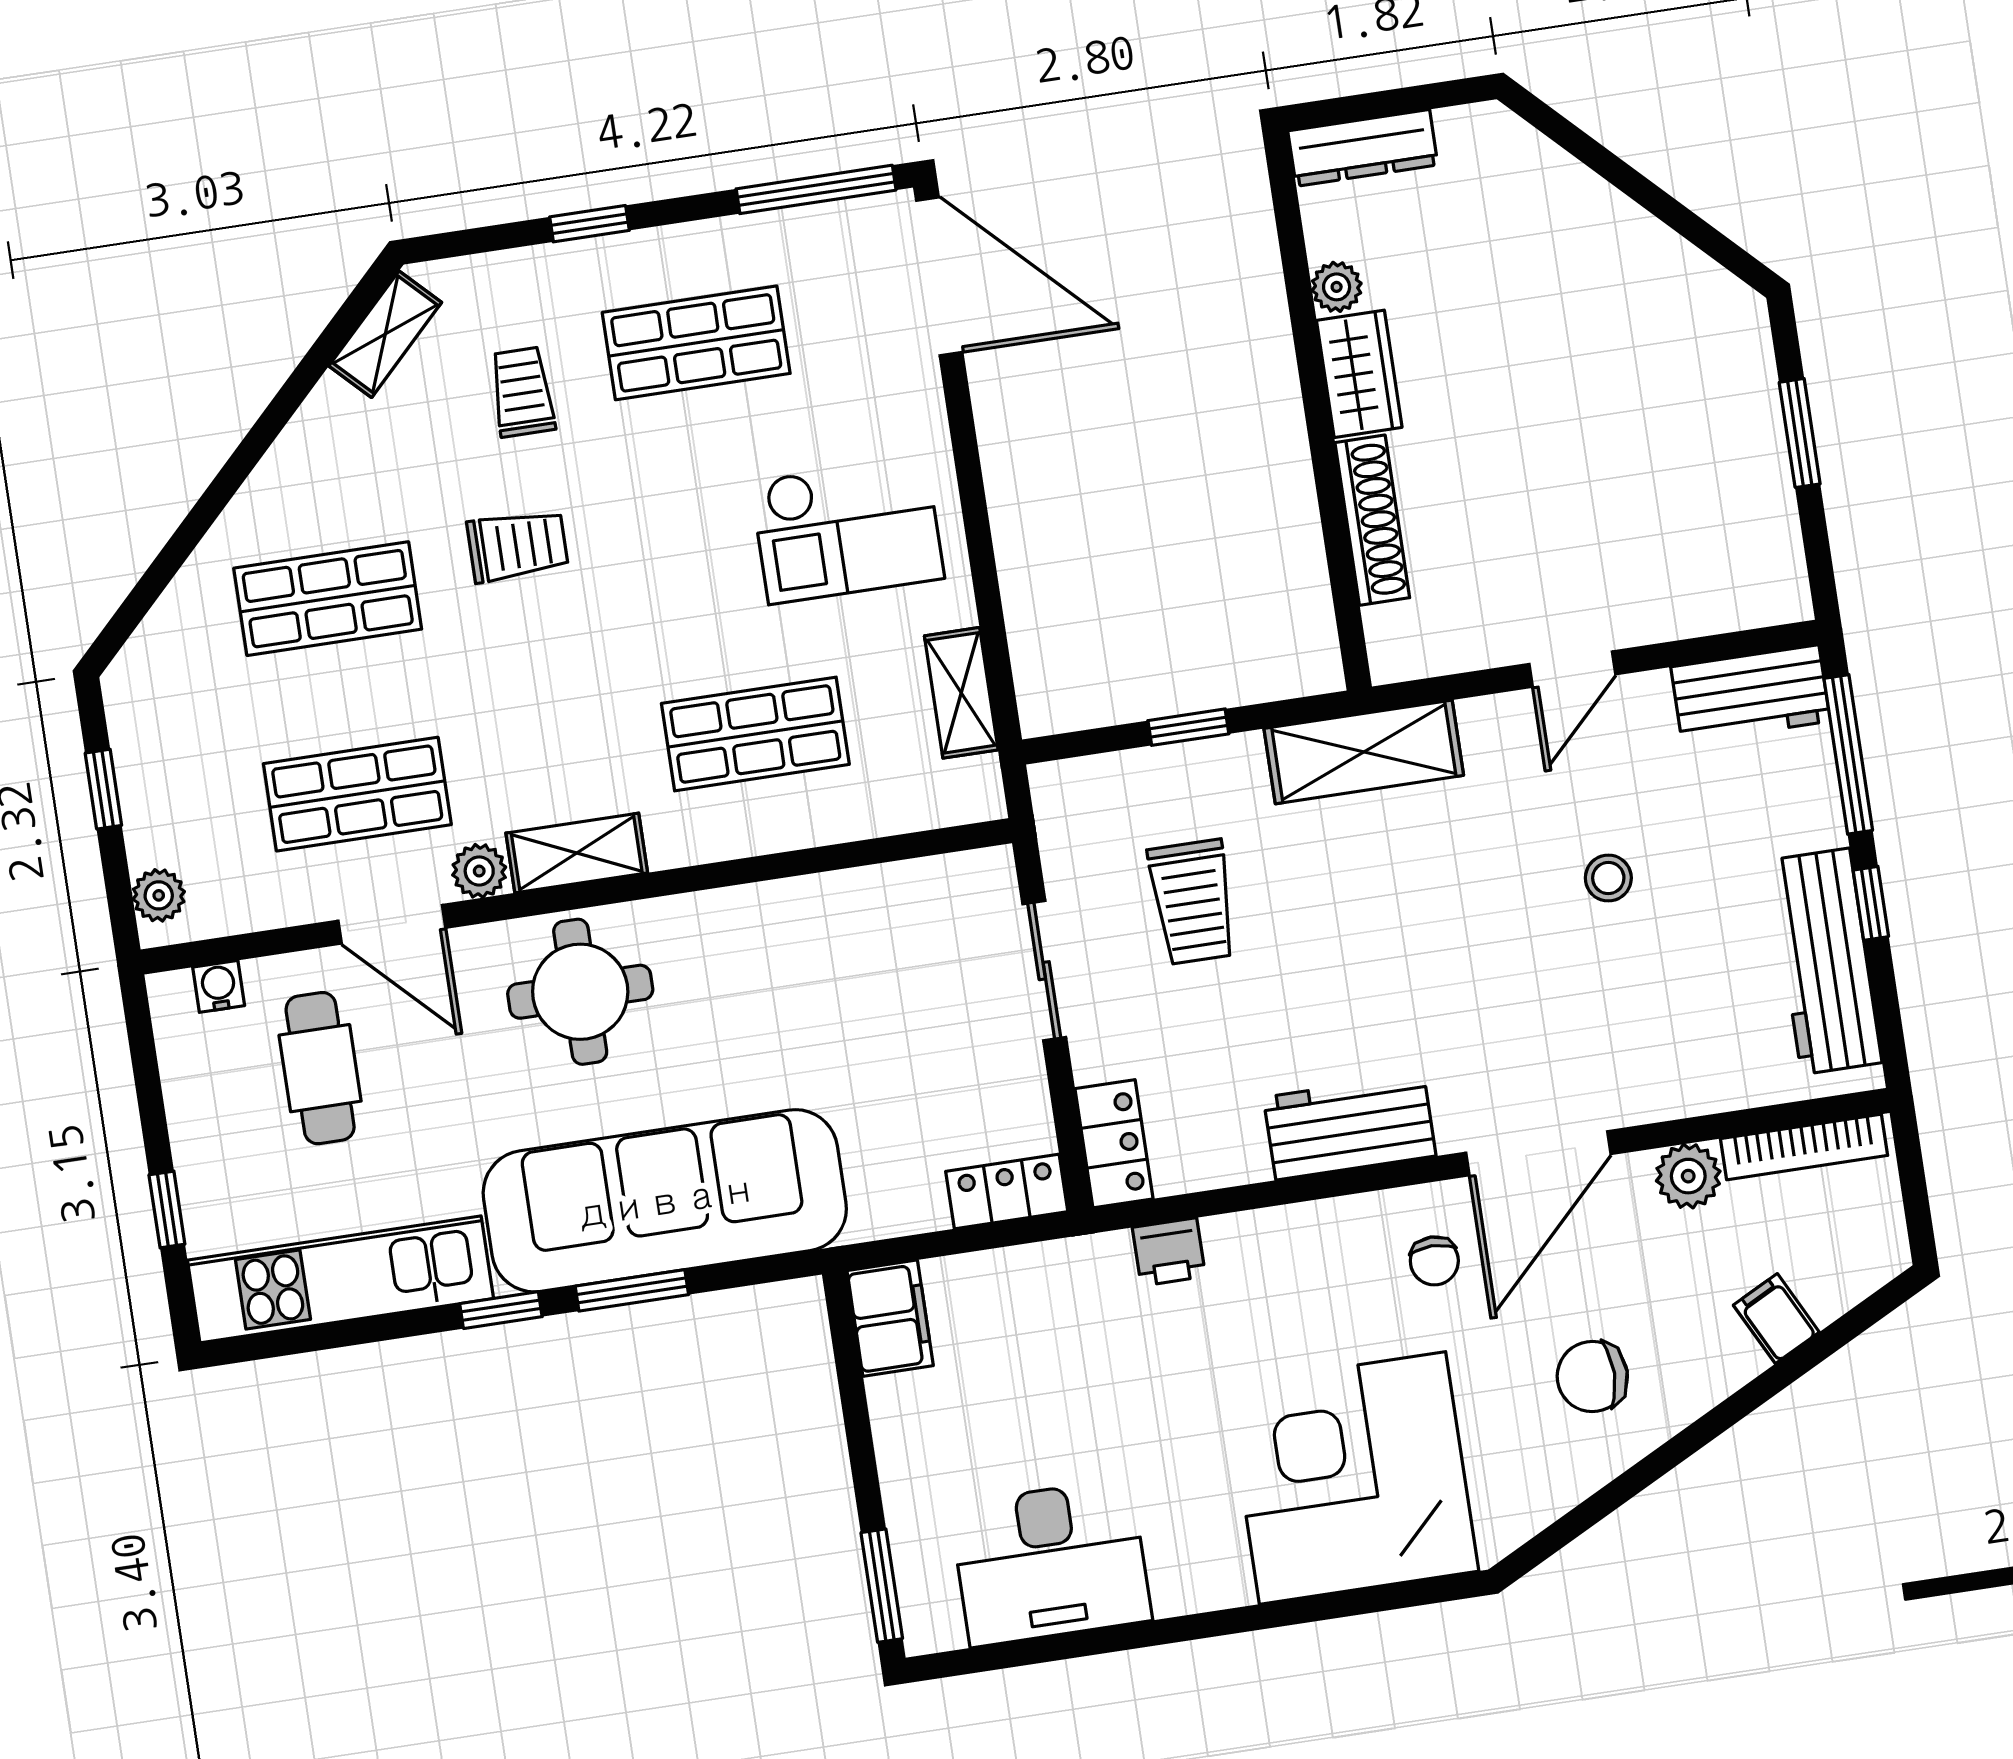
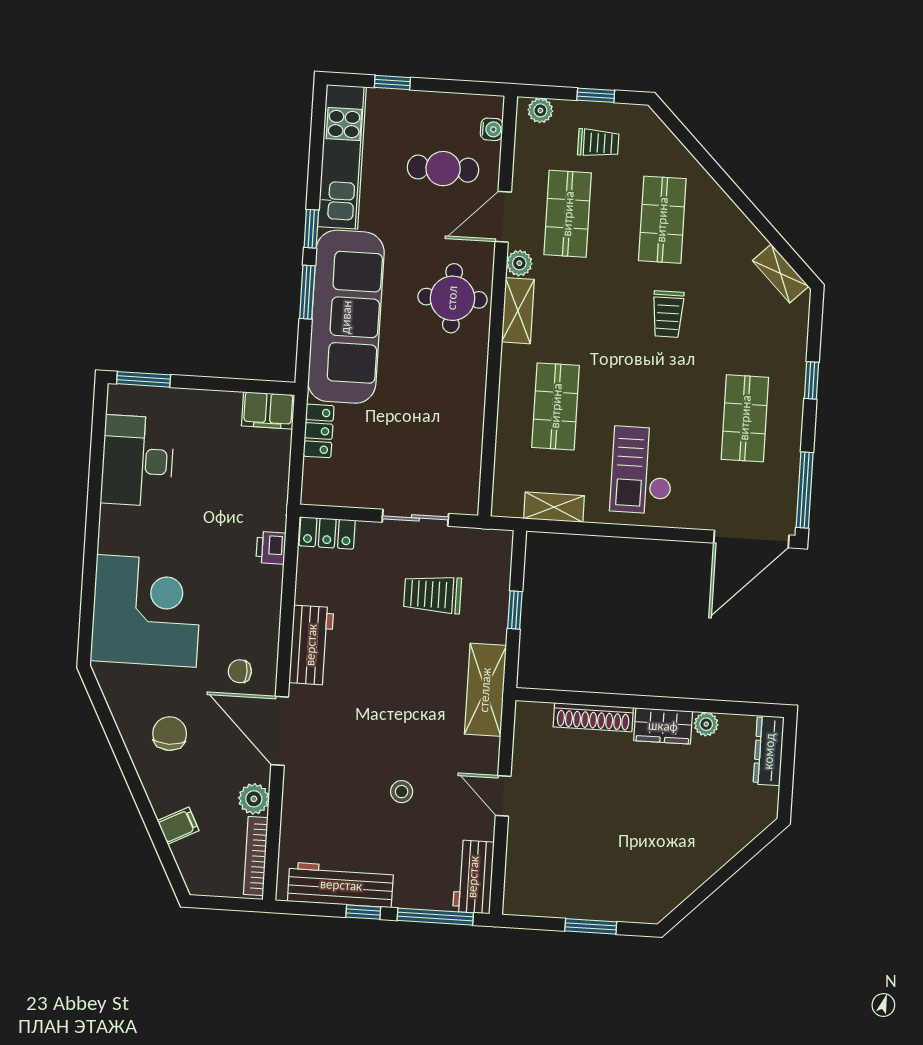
trolley: (522, 392) -> (598, 143), moved
locker: (1007, 1192) -> (319, 431), moved

